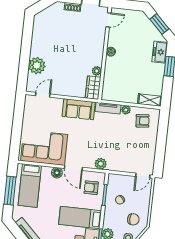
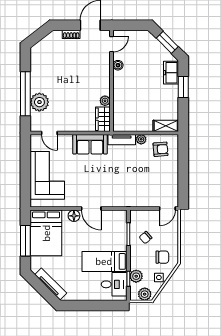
boiler: (111, 52) -> (118, 65), moved
window: (25, 57) -> (25, 94), added
door: (43, 95) -> (49, 133), swing flipped
corner sofa: (44, 148) -> (47, 175), moved, turned 90
plant: (101, 164) -> (120, 201), removed
bed: (30, 186) -> (46, 233), width x1.50
armchair: (91, 188) -> (113, 228), removed

